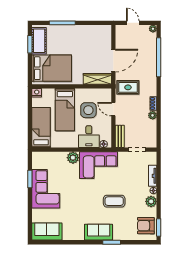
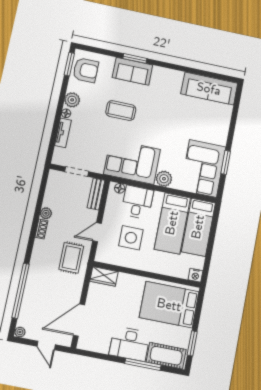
desk: (74, 35) -> (130, 344), added
cot: (39, 41) -> (166, 356), moved, turned 90
door: (113, 61) -> (79, 320), moved
wardrobe: (97, 79) -> (104, 276), width x0.67
rug: (128, 87) -> (71, 258), turned 90
door: (113, 109) -> (97, 232), swing flipped
bed: (65, 110) -> (172, 223), moved, turned 180
corner sofa: (46, 189) -> (203, 168), moved
sofa: (47, 232) -> (209, 89), width x1.36
sofa: (99, 232) -> (133, 71), moved

